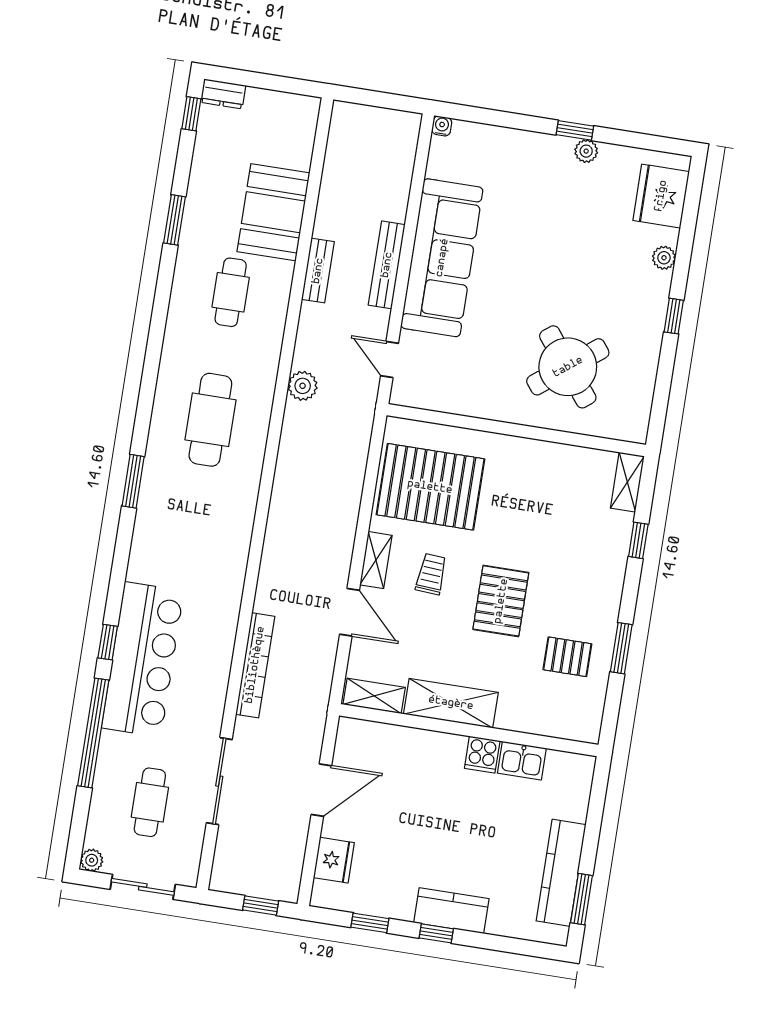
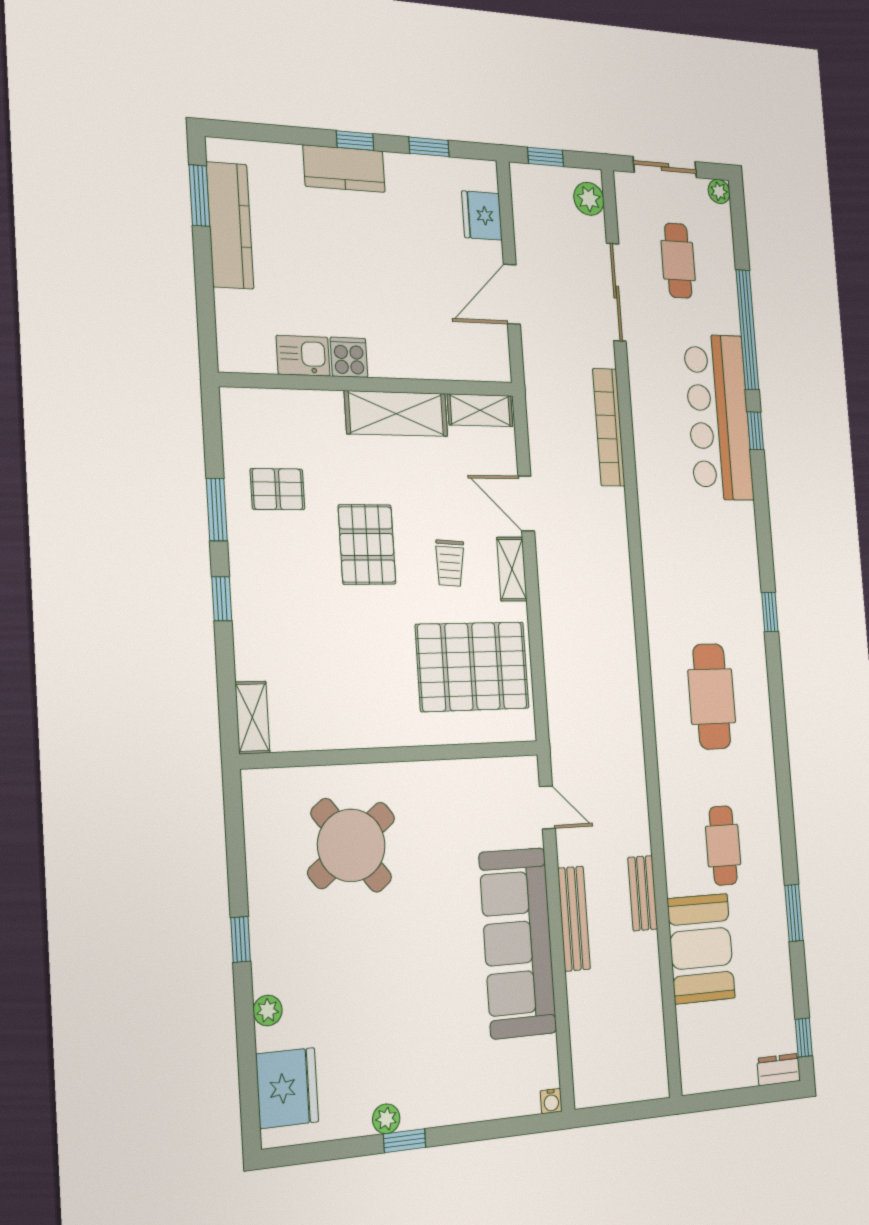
plant: (303, 386) -> (589, 199), moved
window: (133, 481) -> (770, 612), width x0.67
window: (638, 540) -> (222, 599), moved

